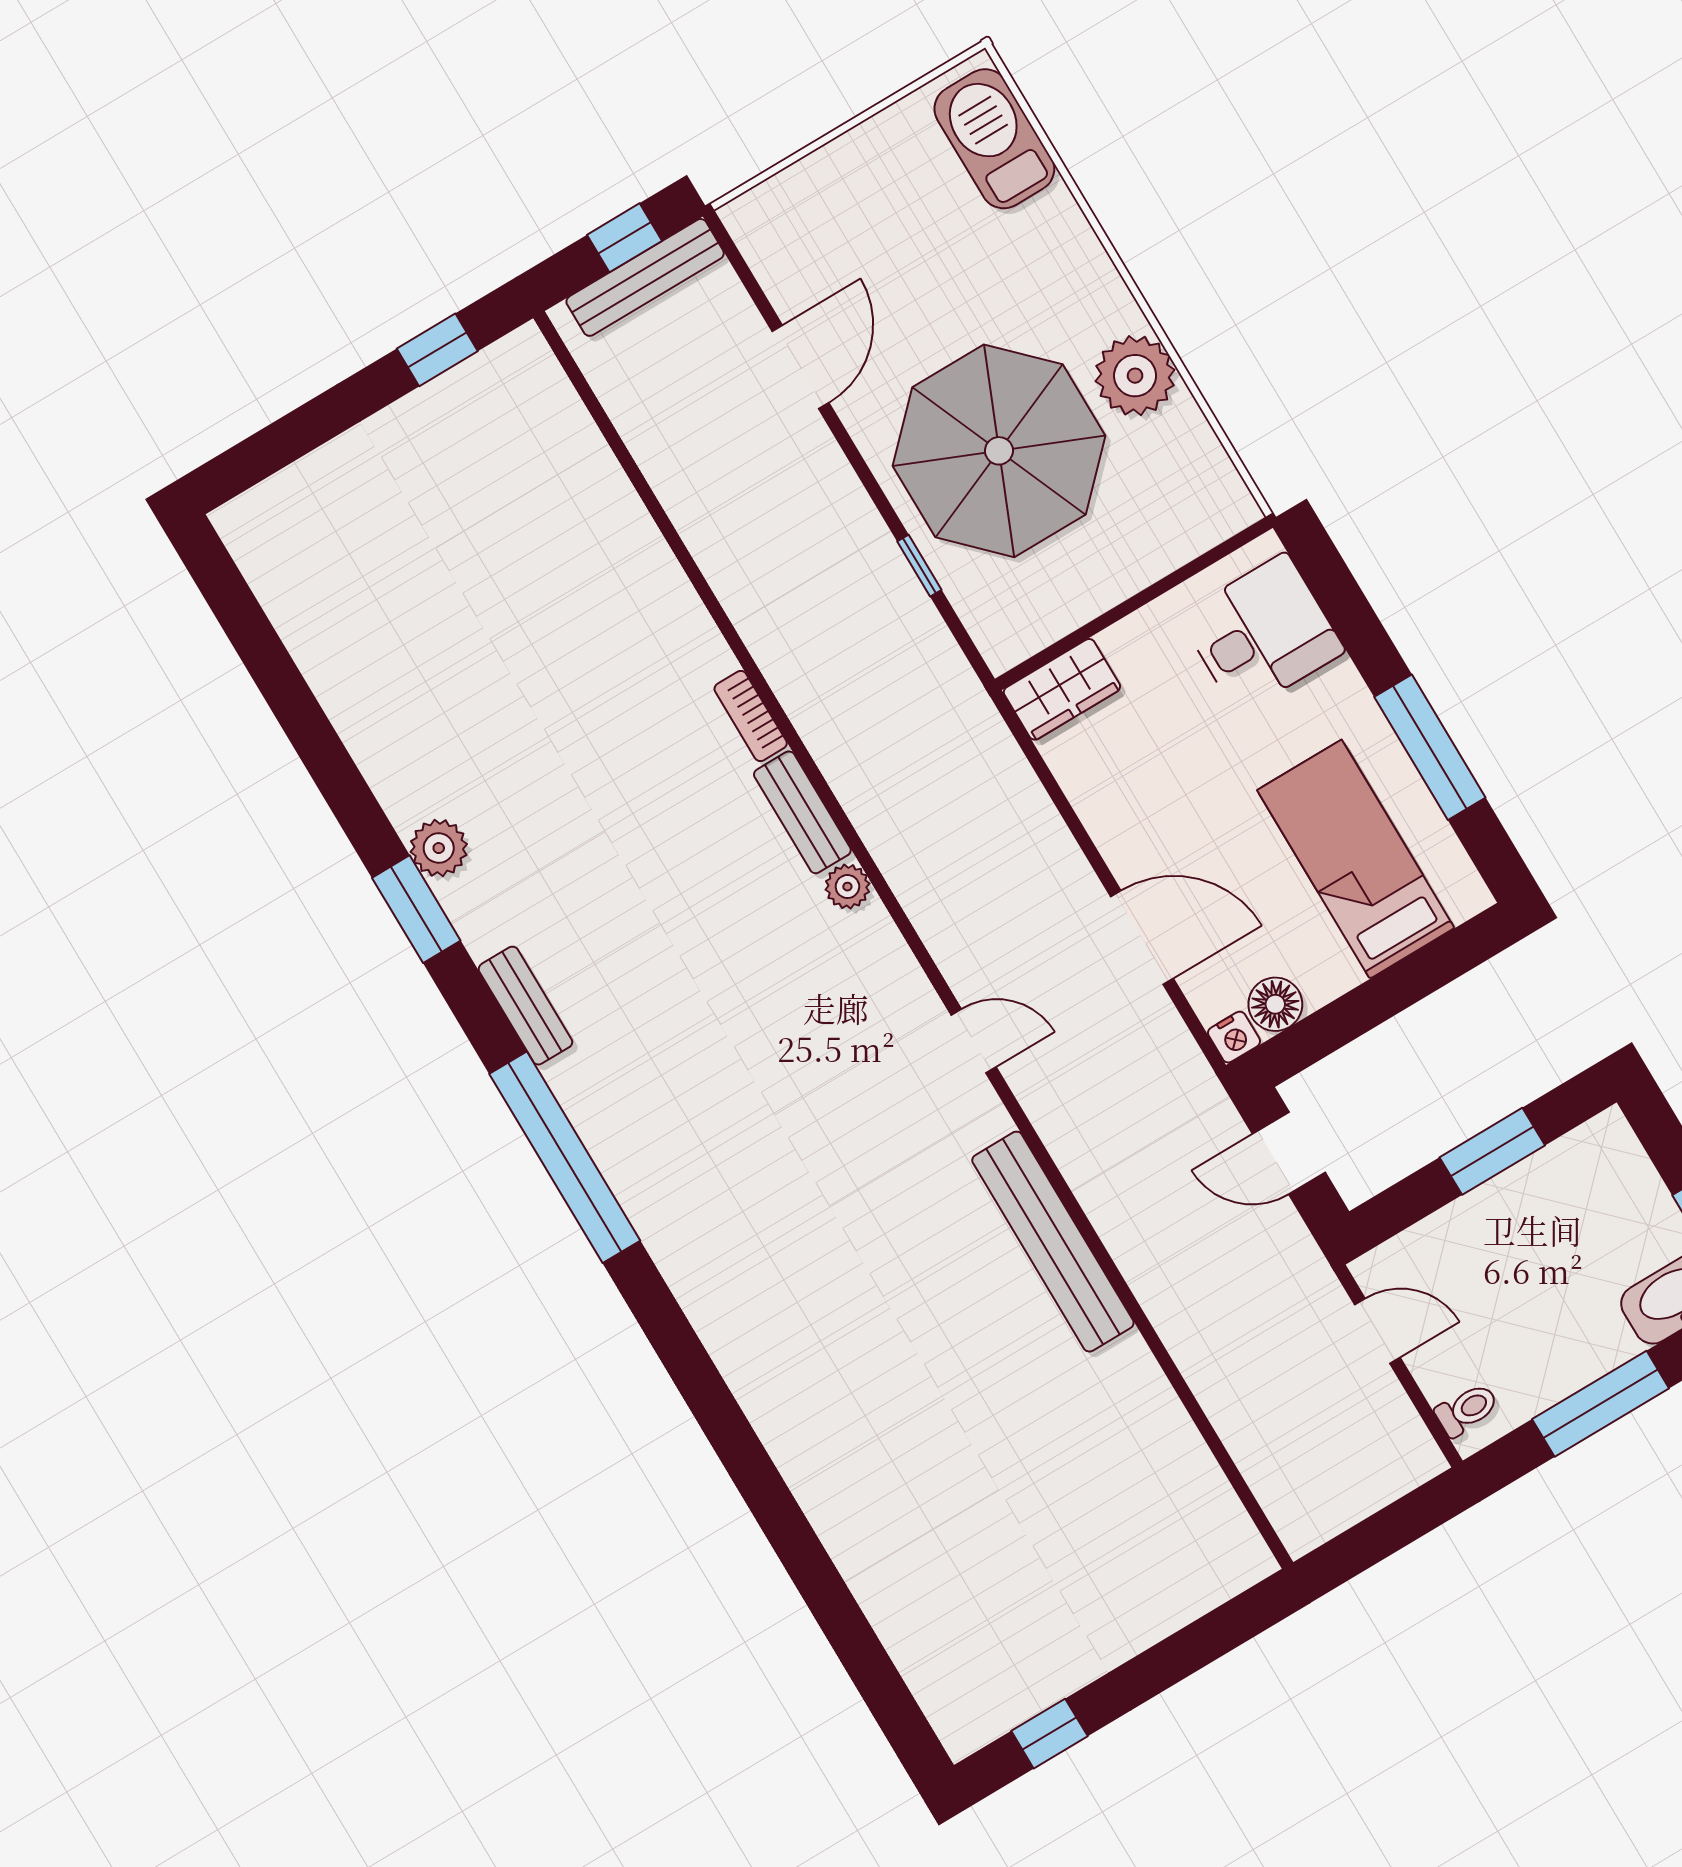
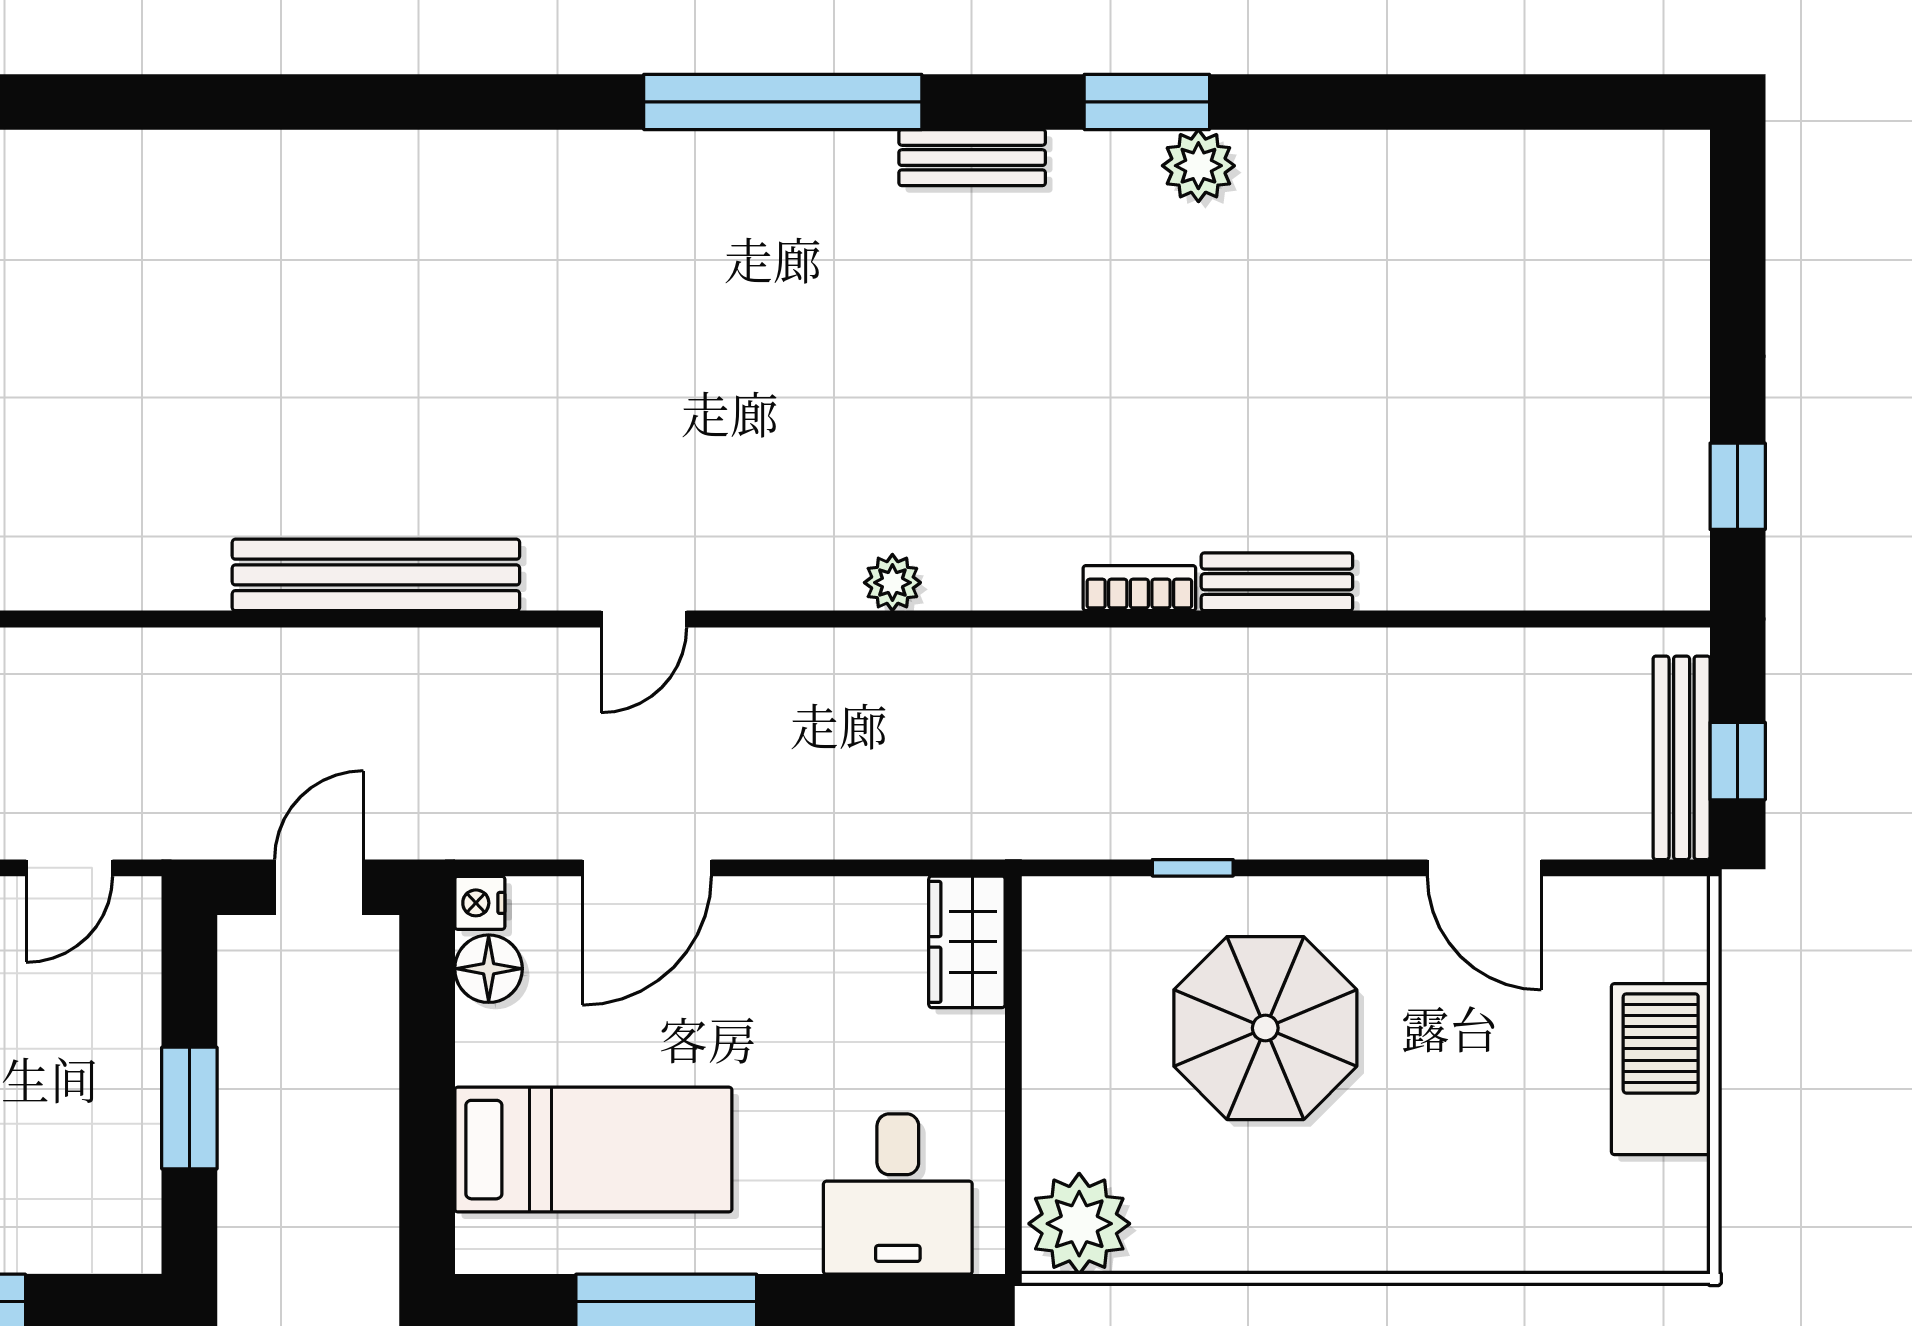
barbecue: (994, 139) -> (1661, 1069), moved, turned -90
plant: (1135, 376) -> (1079, 1224), moved
parasol: (999, 451) -> (1265, 1028), width x0.73, depth x0.73
bench: (802, 812) -> (1277, 582), moved

